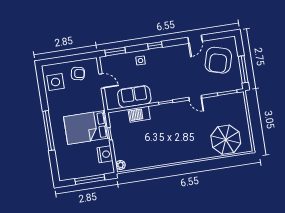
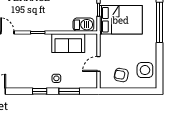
window: (115, 52) -> (69, 91), moved
door: (102, 81) -> (99, 64), hinge flipped
barbecue: (139, 114) -> (83, 25), moved

